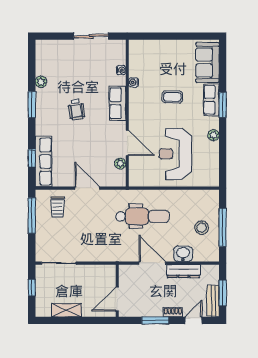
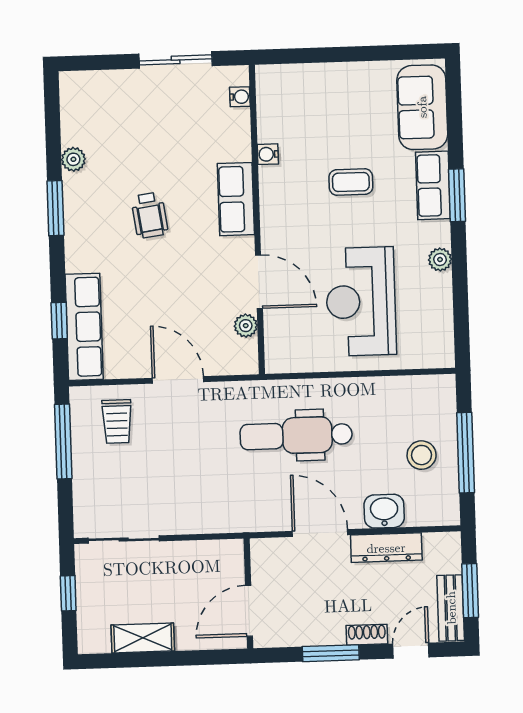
water cooler: (121, 70) -> (240, 97), moved
dental chair: (142, 216) -> (296, 435), turned 180

